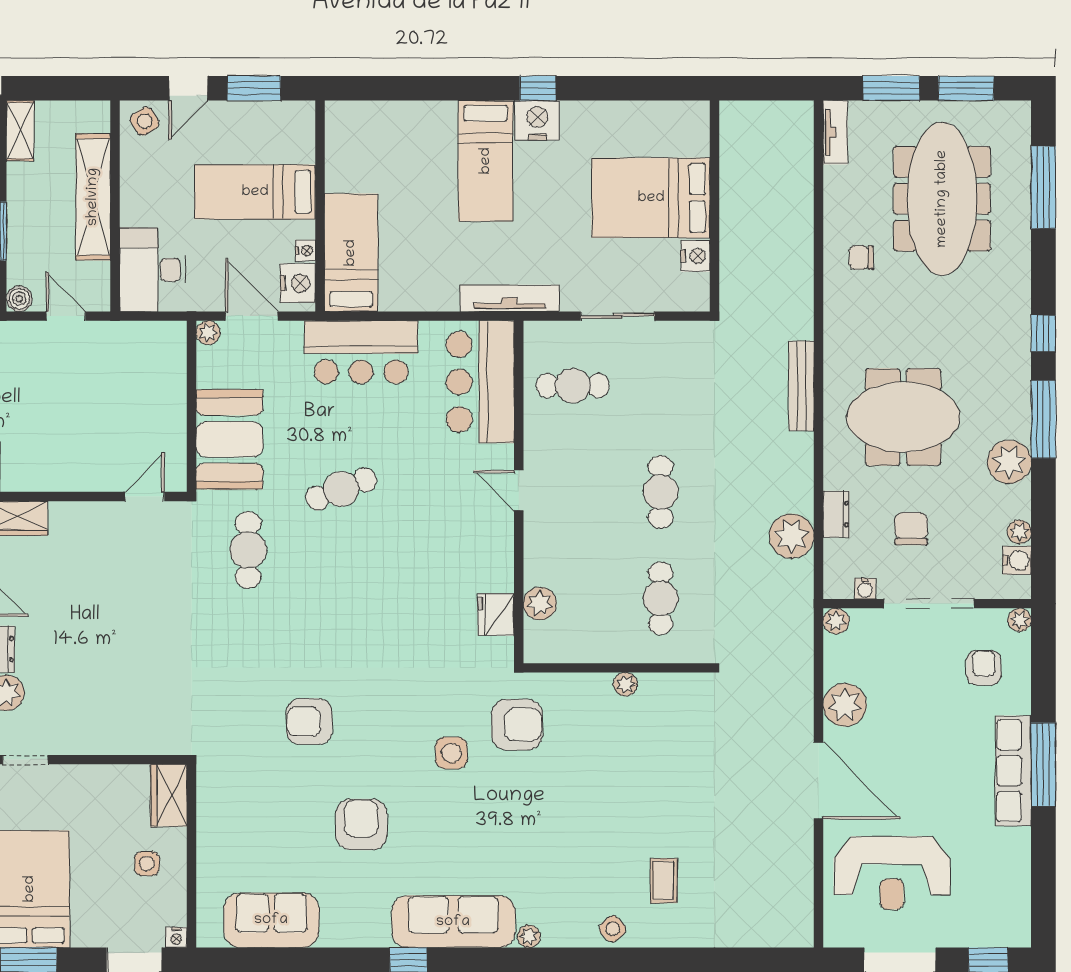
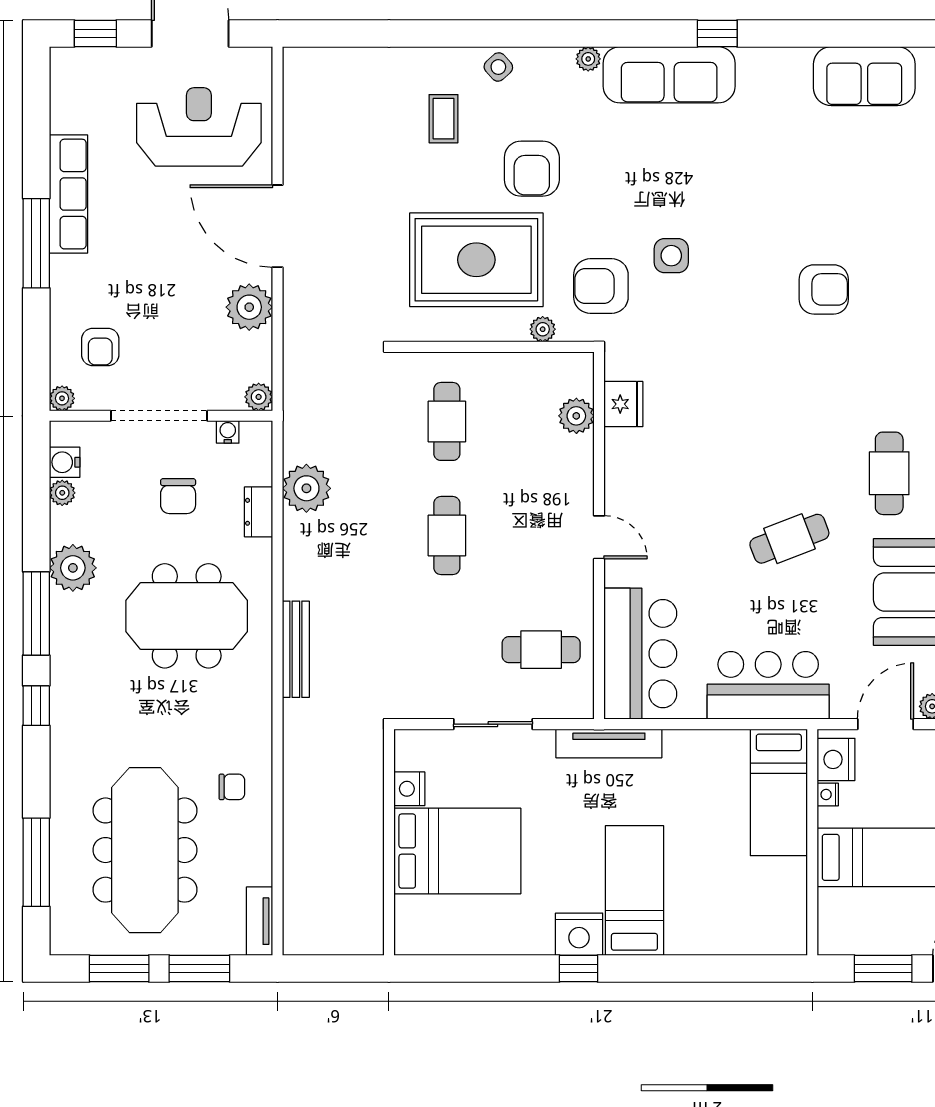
door: (252, 316) -> (885, 724), swing flipped
plant: (625, 684) -> (543, 329), moved
rug: (633, 749) -> (476, 260), added
row of seats: (1013, 771) -> (69, 194), moved
armchair: (361, 824) -> (532, 169), moved

